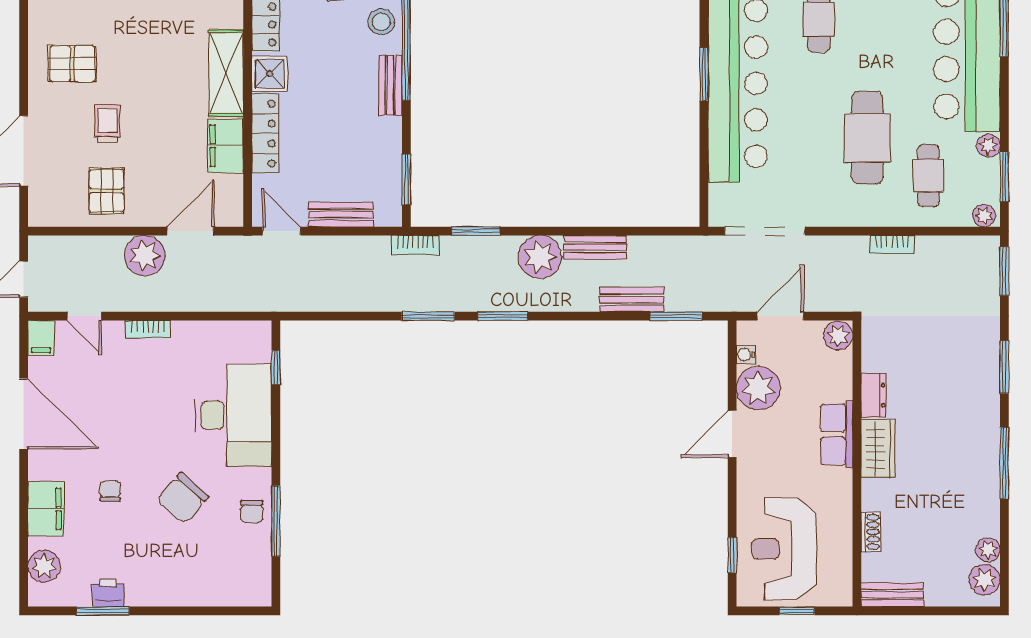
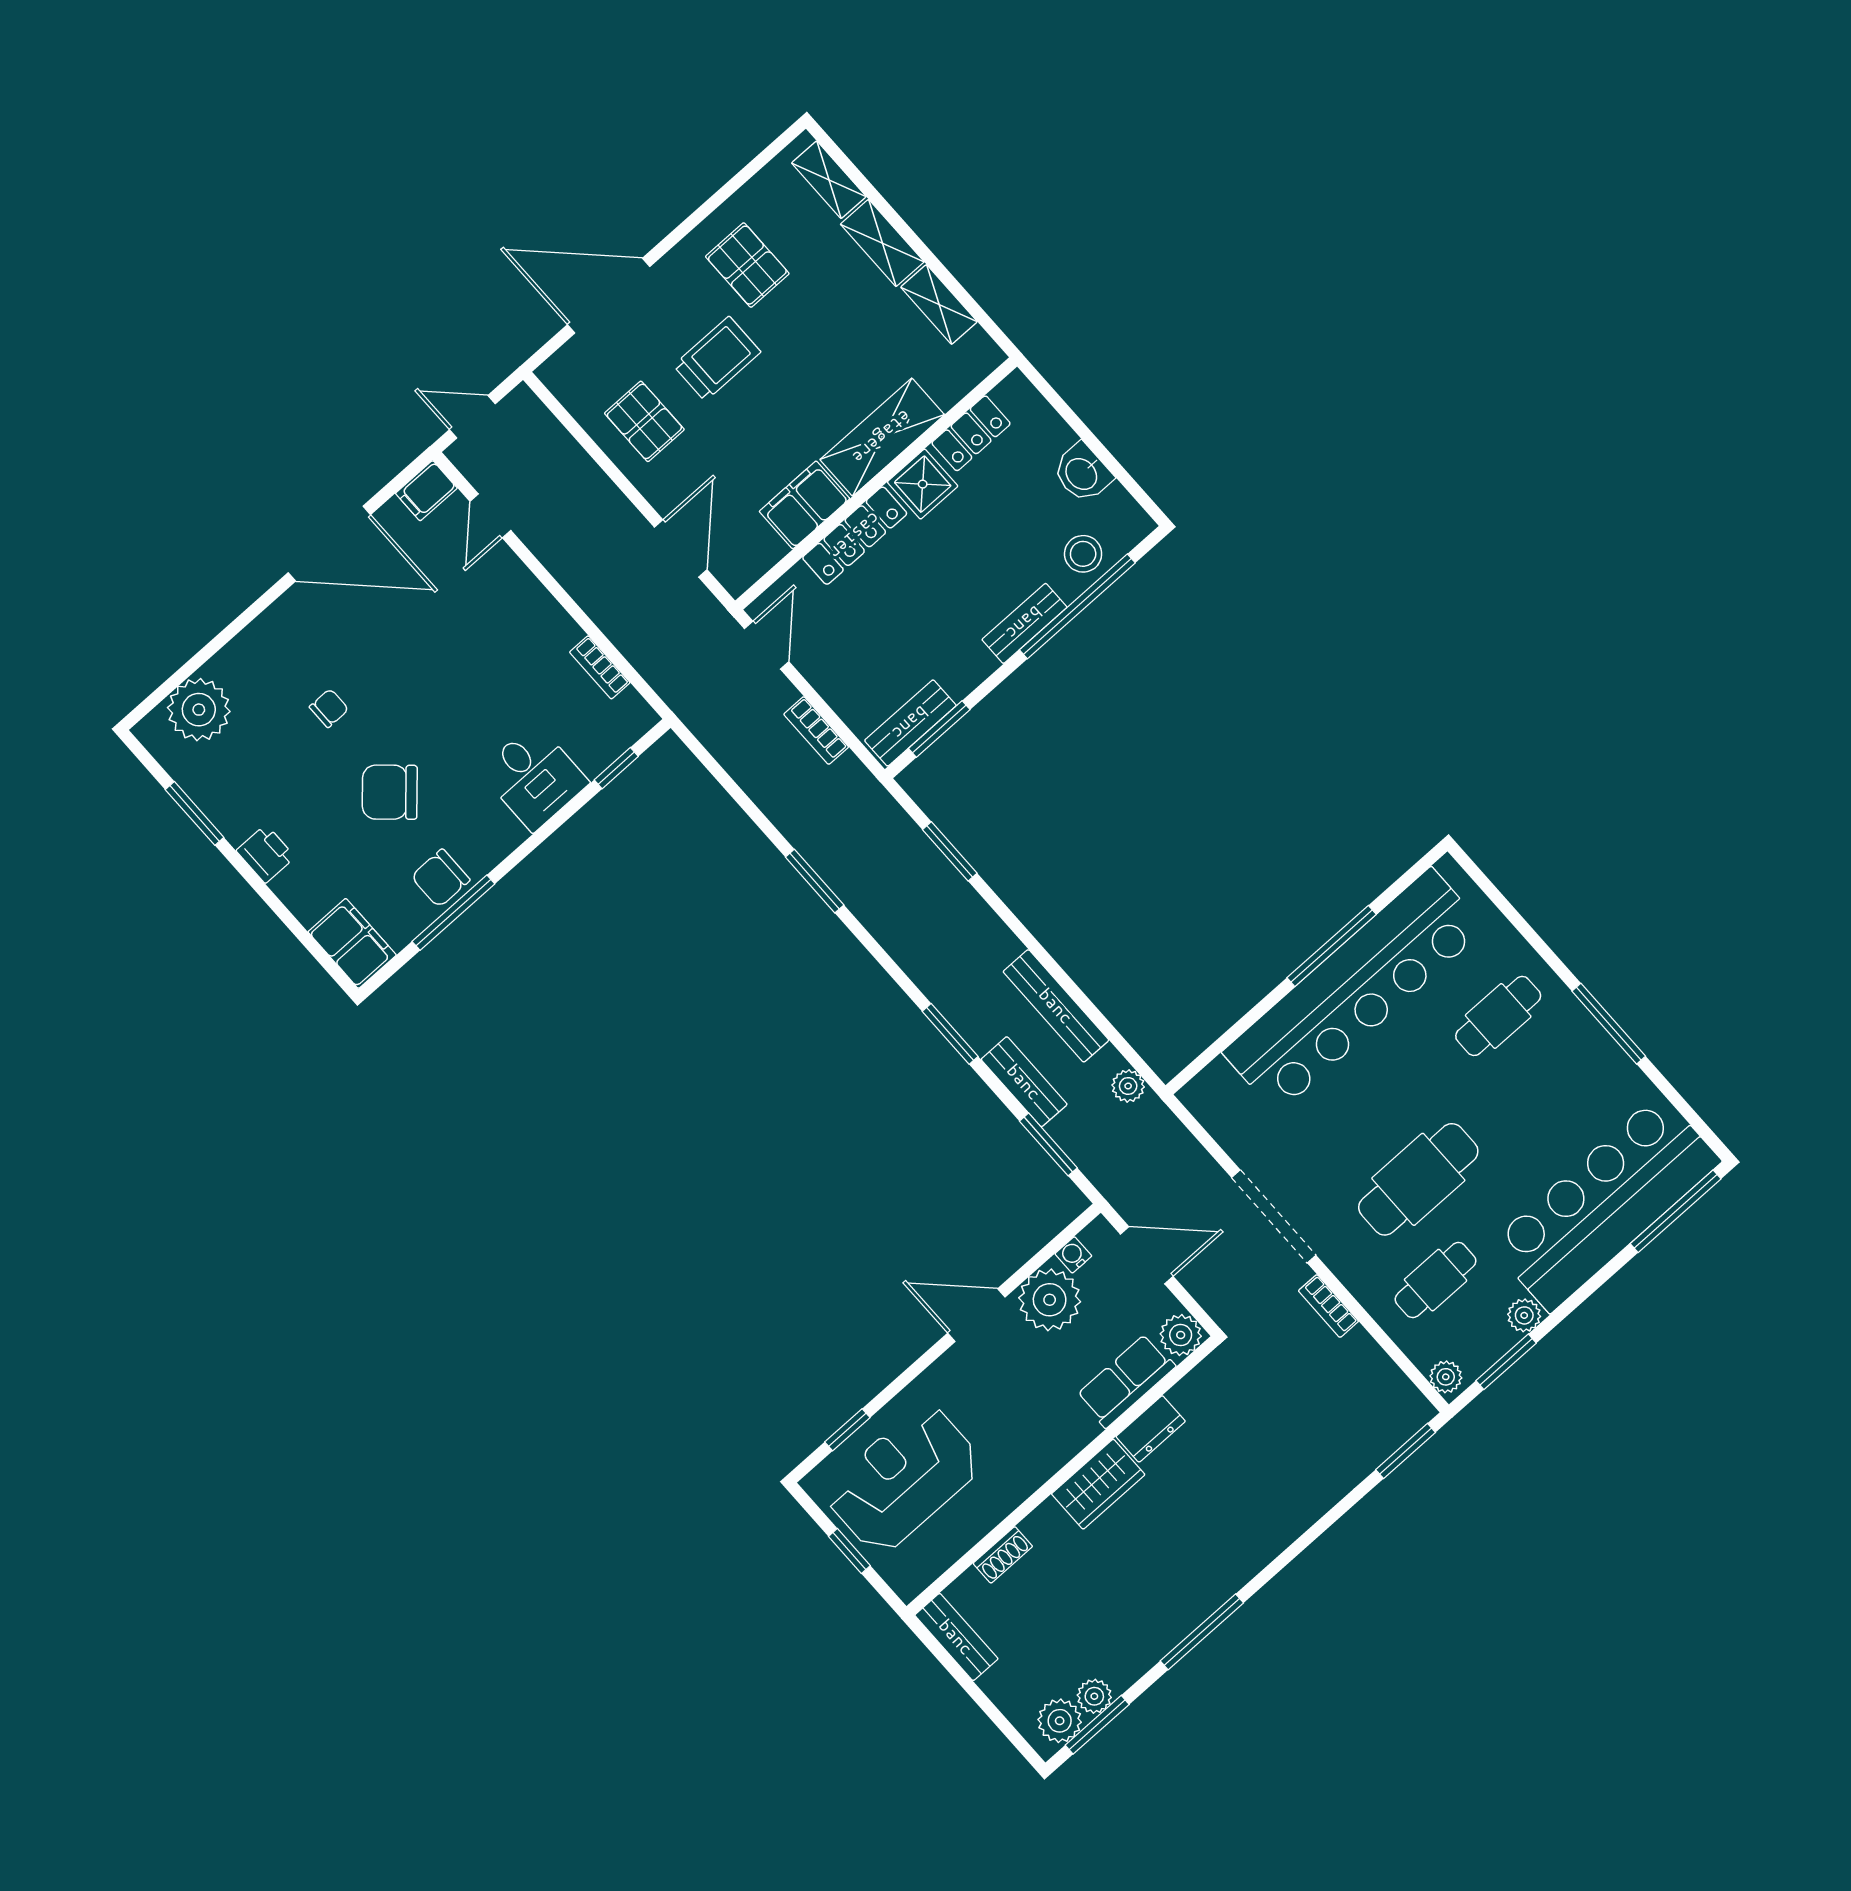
window: (704, 74) -> (1332, 946), width x1.44
trolley: (108, 123) -> (717, 359), width x1.36, depth x1.39
pallet: (107, 191) -> (644, 421), turned 90
bench: (341, 214) -> (910, 723), moved, turned 90
door: (190, 231) -> (681, 548), hinge flipped
doorway: (765, 231) -> (1274, 1216), moved
bookcase: (415, 245) -> (816, 731), moved
bench: (595, 247) -> (1056, 1006), width x1.36
plant: (145, 256) -> (612, 523), removed
plant: (540, 257) -> (1128, 1086), moved, width x0.53, depth x0.53
window: (503, 316) -> (950, 1034), moved
bookcase: (148, 329) -> (600, 667), moved
window: (1004, 367) -> (1097, 1725), moved
door: (24, 414) -> (329, 544), hinge flipped
desk: (233, 415) -> (534, 777), width x0.53, depth x0.77
row of seats: (837, 434) -> (1126, 1381), moved
filing cabinet: (46, 509) -> (352, 943), moved, turned -90
chair: (252, 512) -> (441, 878), width x1.37, depth x1.37
plant: (44, 566) -> (199, 710), width x1.36, depth x1.36
printer: (108, 592) -> (266, 854), moved

